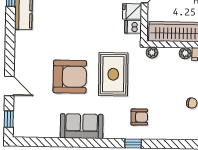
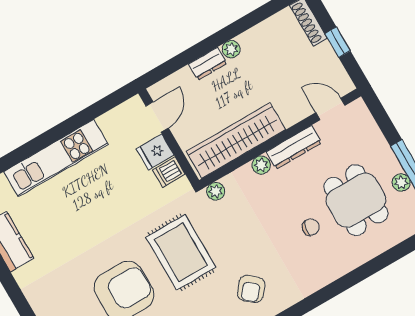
armchair: (139, 117) -> (251, 289), turned 130

